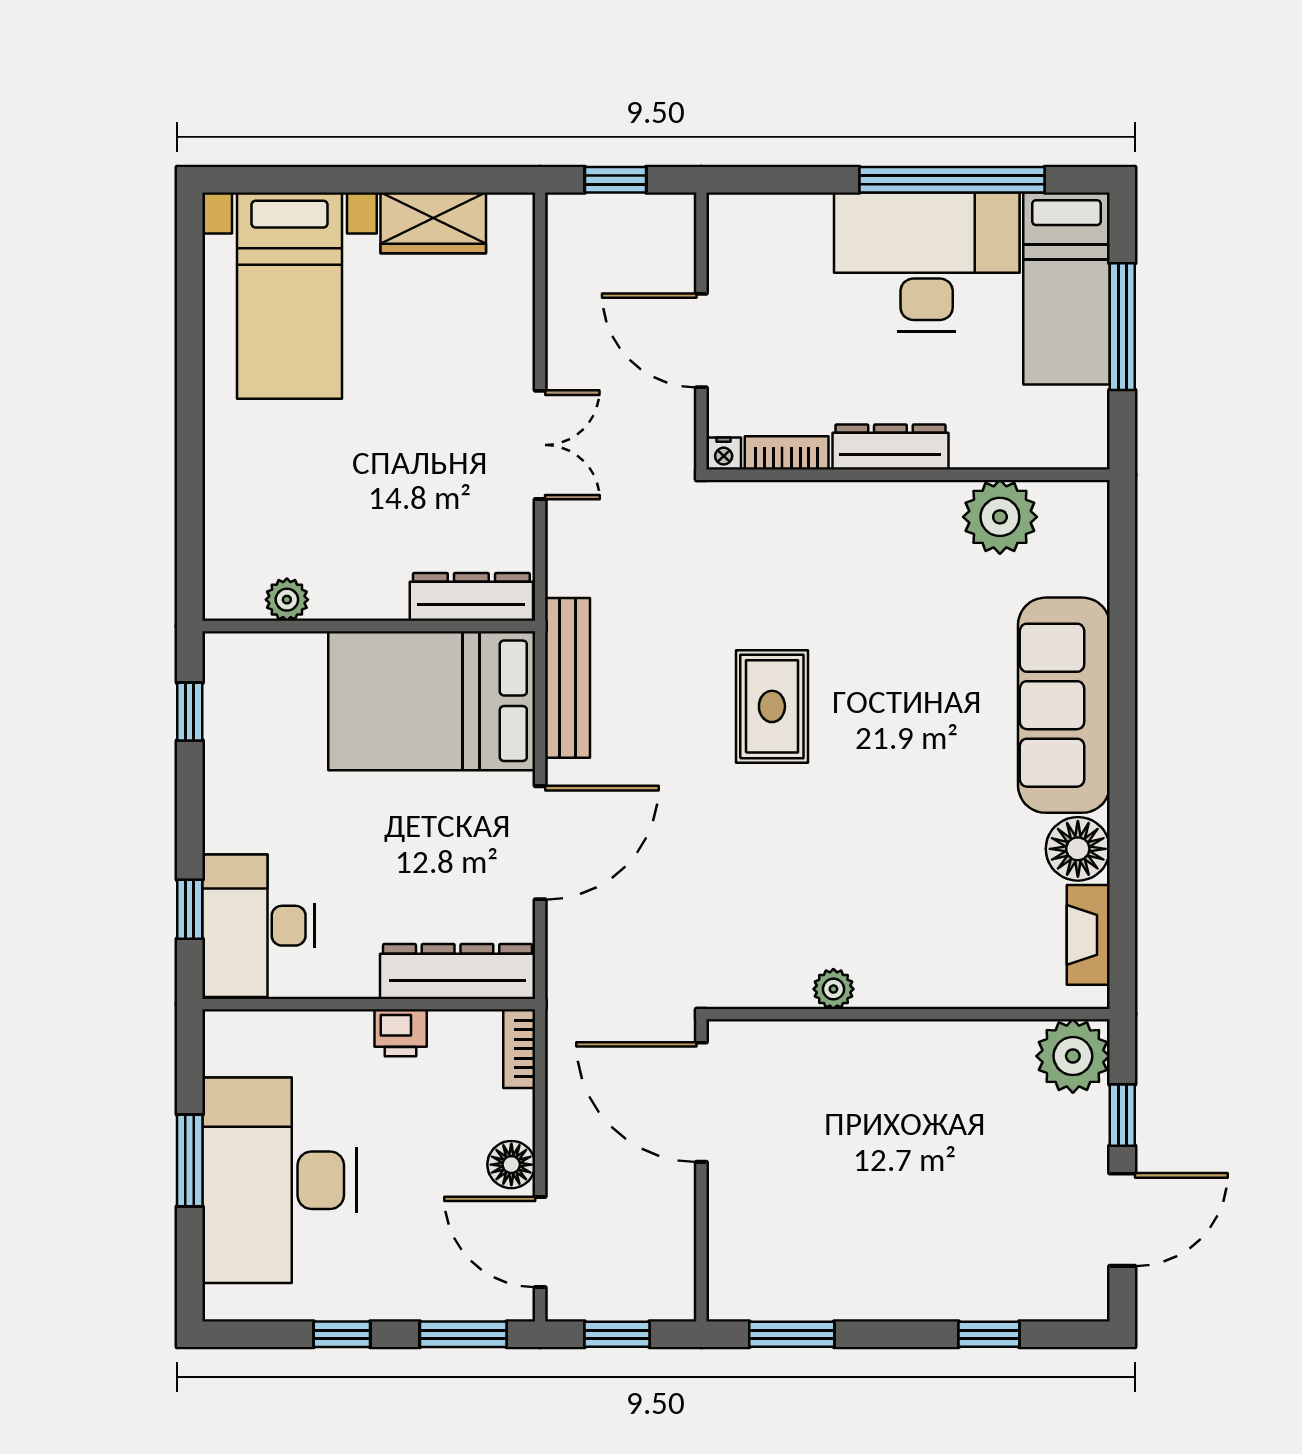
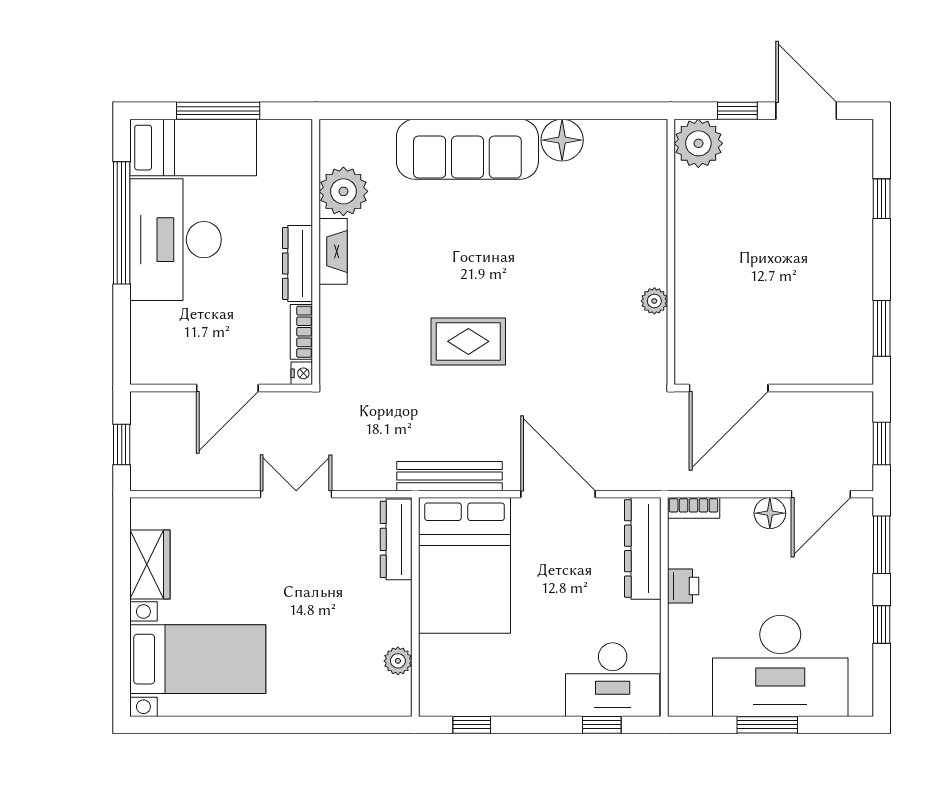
fireplace: (1088, 935) -> (333, 251), moved, turned -90

